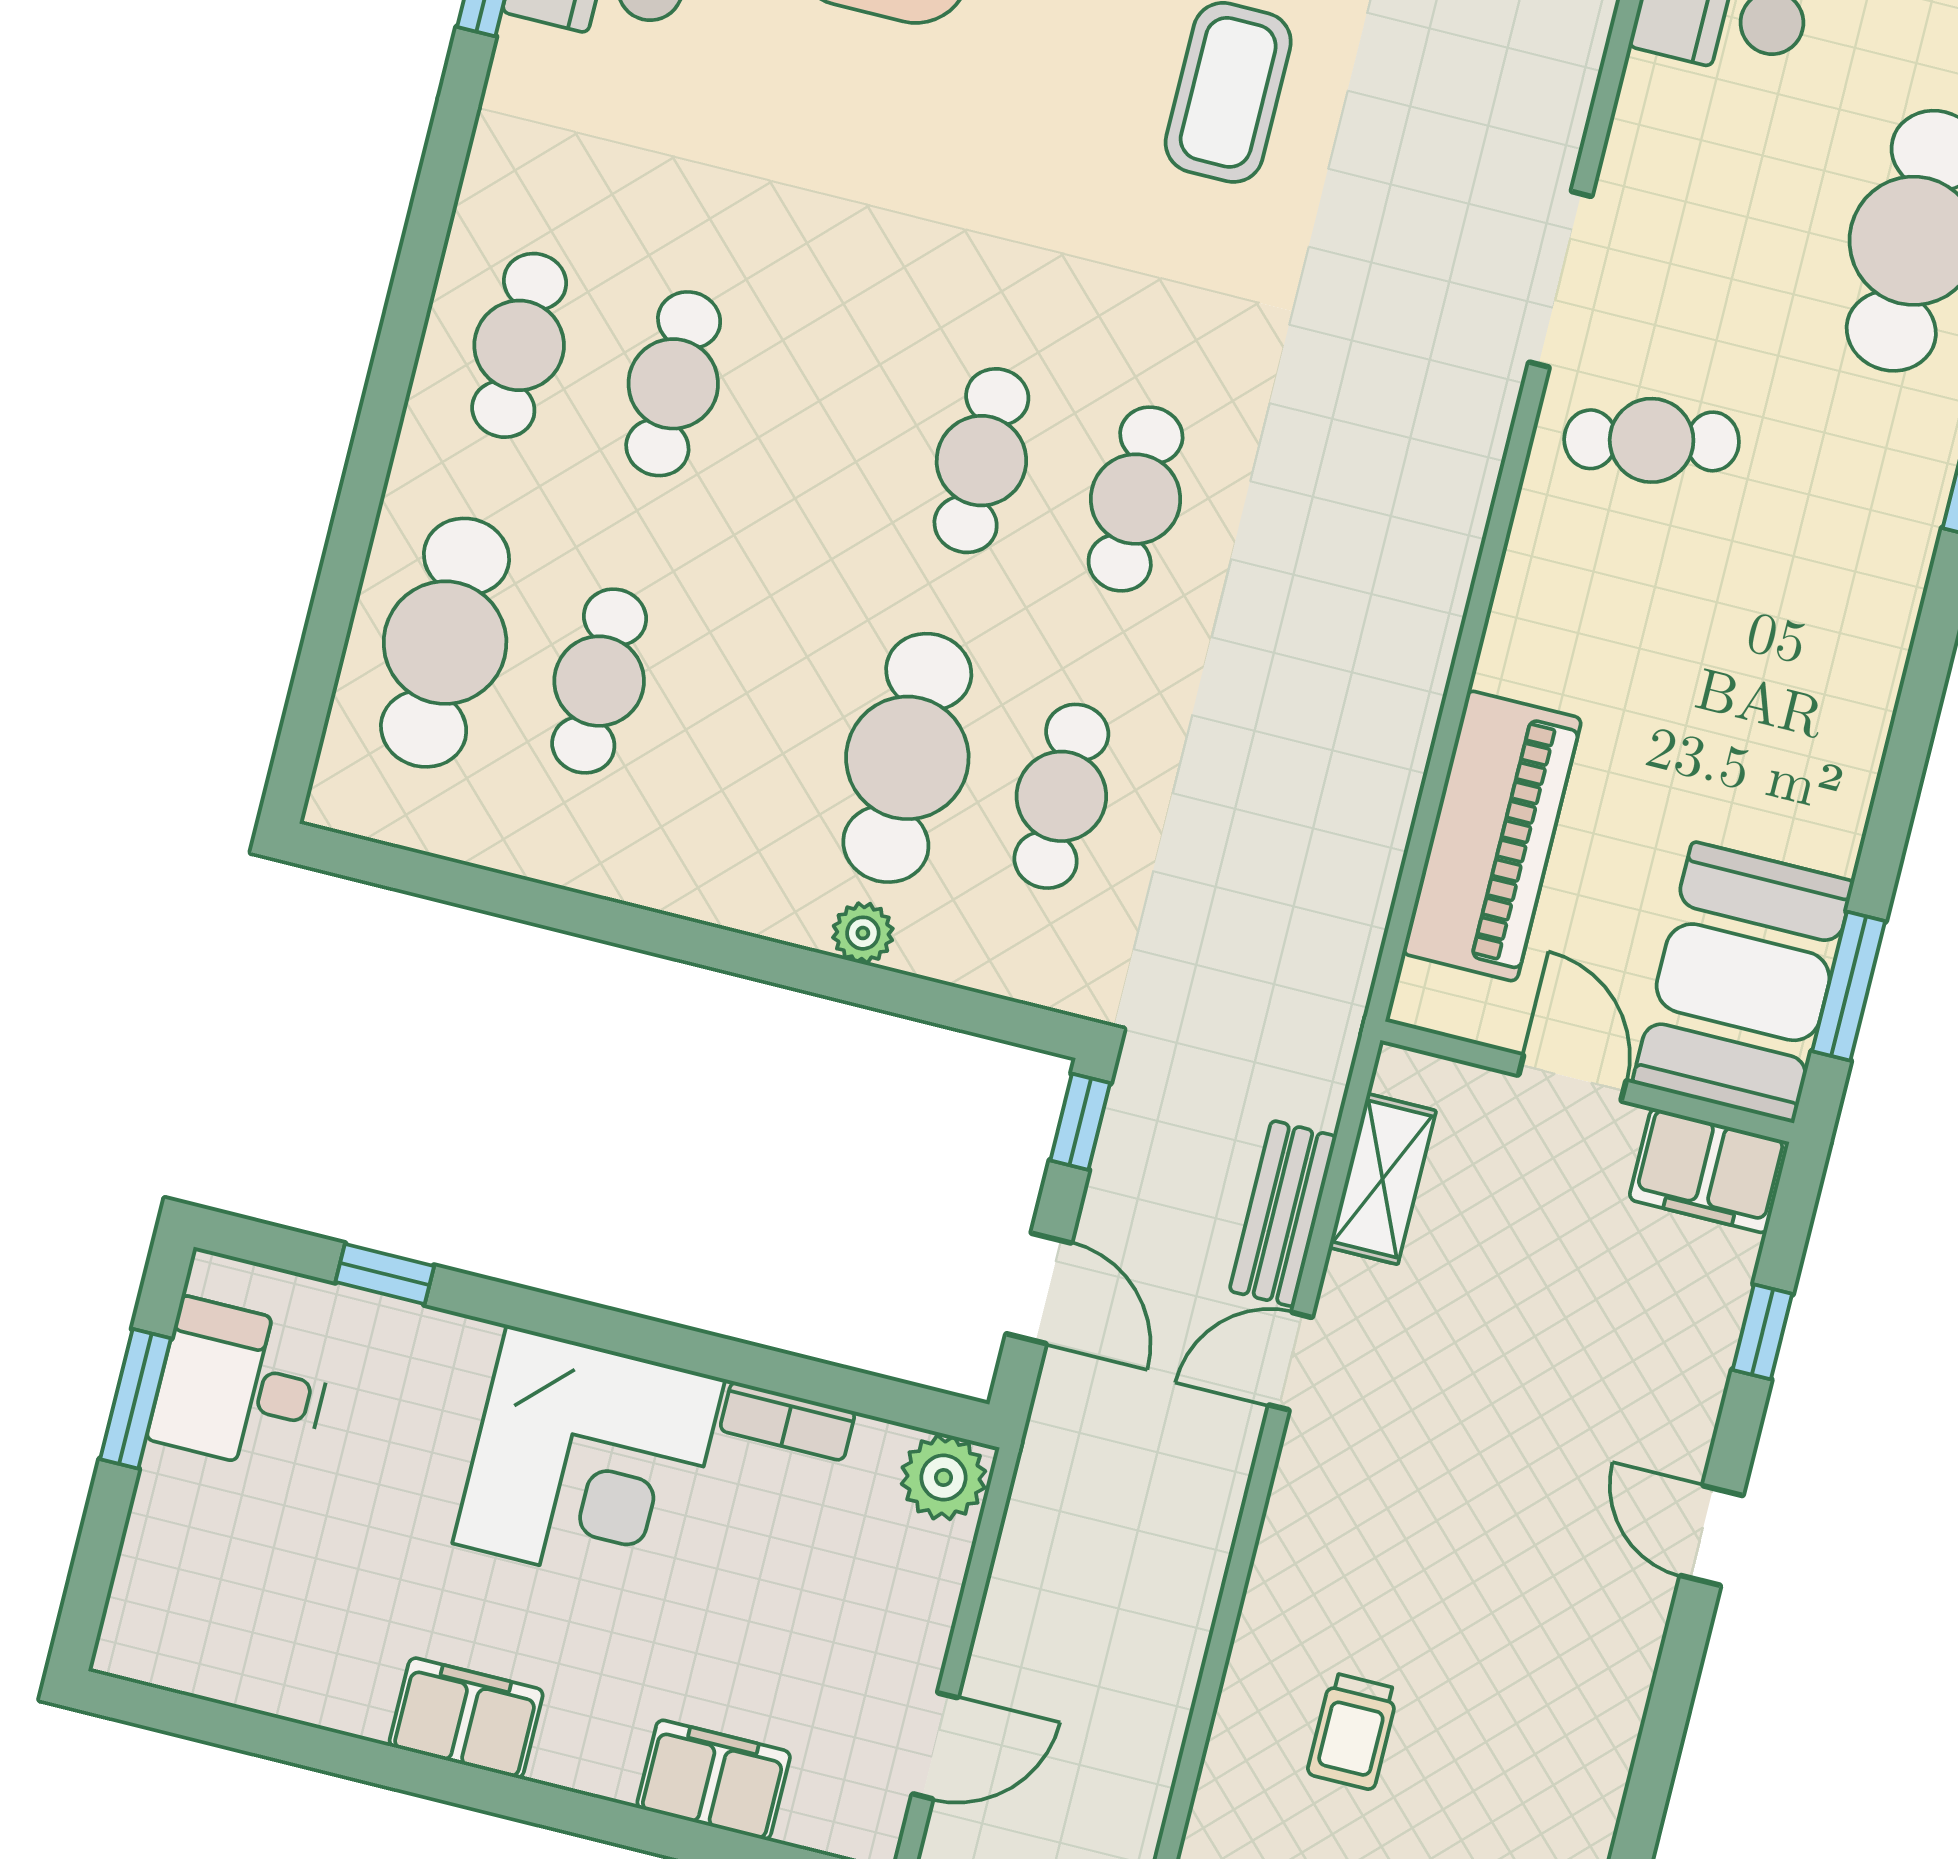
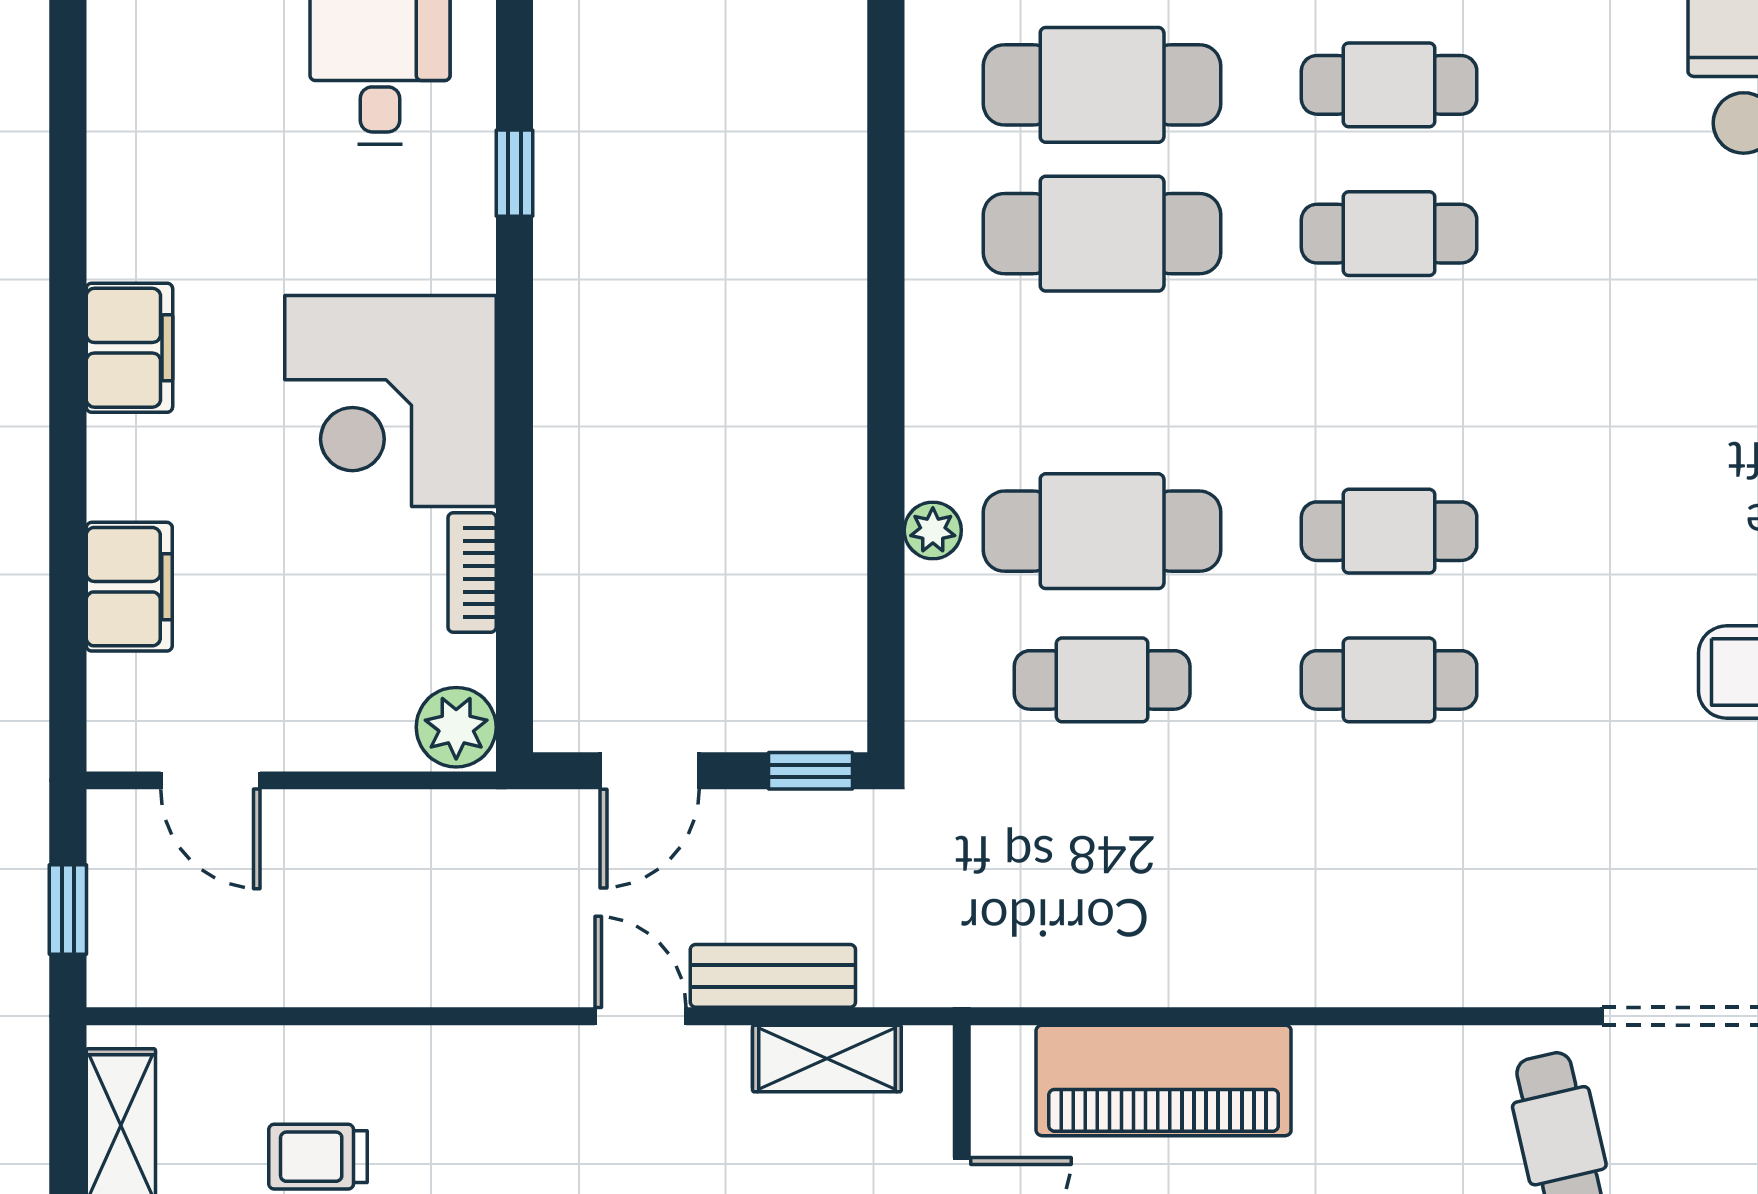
cafe table: (599, 681) -> (1102, 234), width x1.37, depth x1.35

